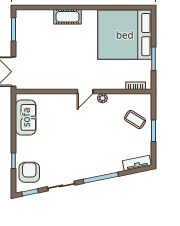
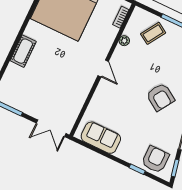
plant: (102, 98) -> (124, 41), moved
armchair: (84, 151) -> (160, 97), added
armchair: (29, 172) -> (155, 159), turned 90

